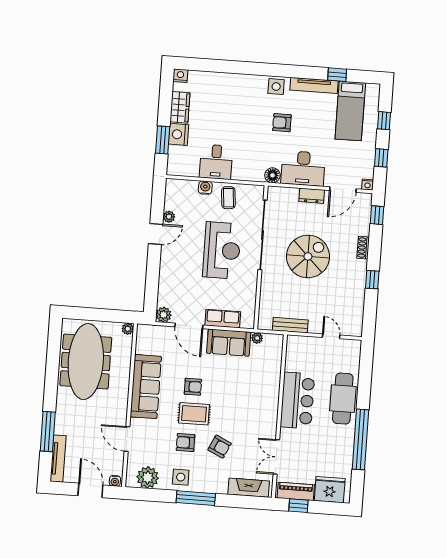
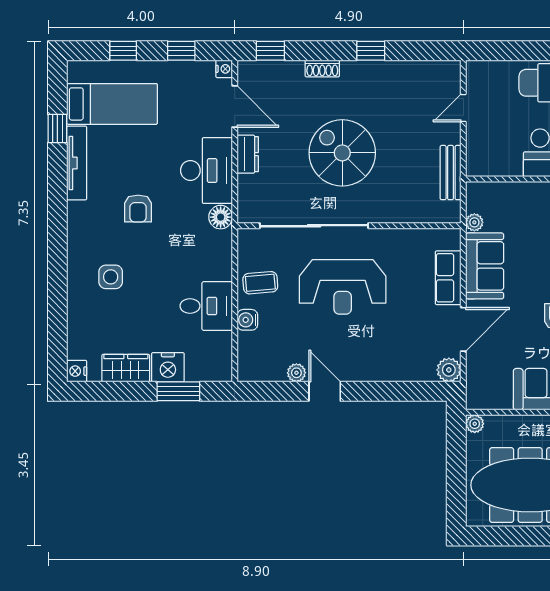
side table: (276, 87) -> (111, 277), moved
reception desk: (222, 250) -> (343, 287), turned 180

